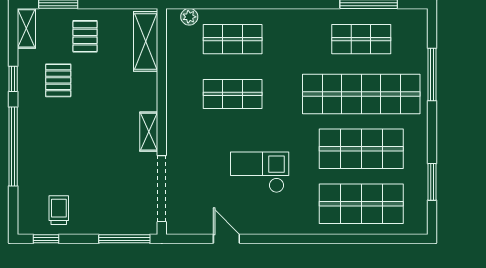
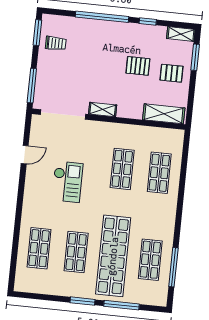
plant: (189, 17) -> (177, 145), removed
pallet: (58, 80) -> (138, 66), moved
shop shelf: (361, 149) -> (76, 252), width x0.70, depth x0.74
window: (432, 182) -> (83, 301), moved
shop shelf: (361, 204) -> (39, 248), width x0.70, depth x0.74
window: (46, 239) -> (37, 33), width x1.50

